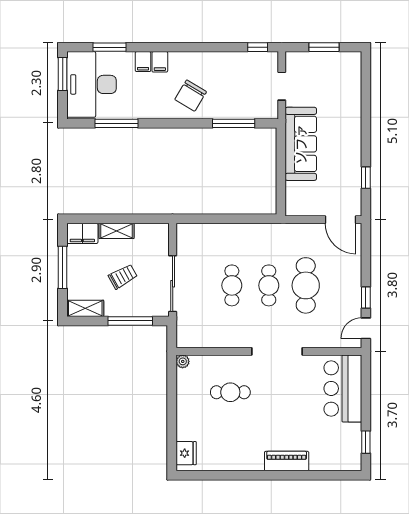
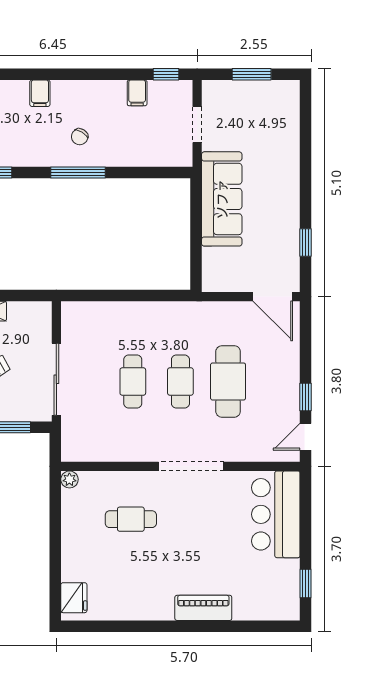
filing cabinet: (143, 62) -> (137, 93), moved
chair: (191, 96) -> (80, 137), width x0.54, depth x0.54
window: (234, 123) -> (78, 173), moved

